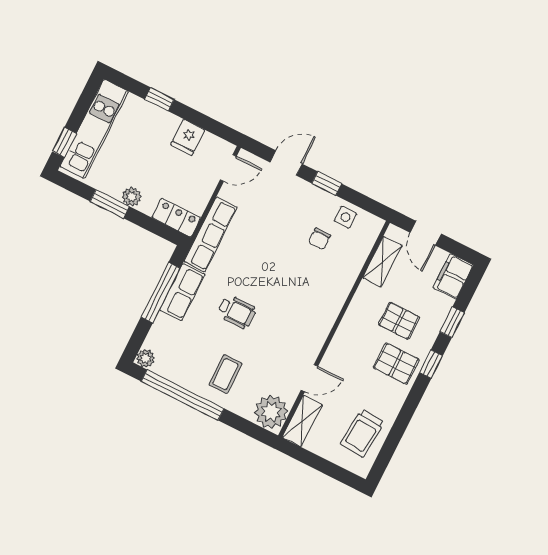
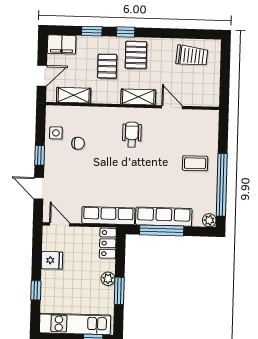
row of seats: (182, 292) -> (164, 217), width x1.48
wheelchair: (237, 312) -> (132, 134), moved
plant: (271, 412) -> (206, 122), removed
shelving: (302, 421) -> (138, 97), moved

